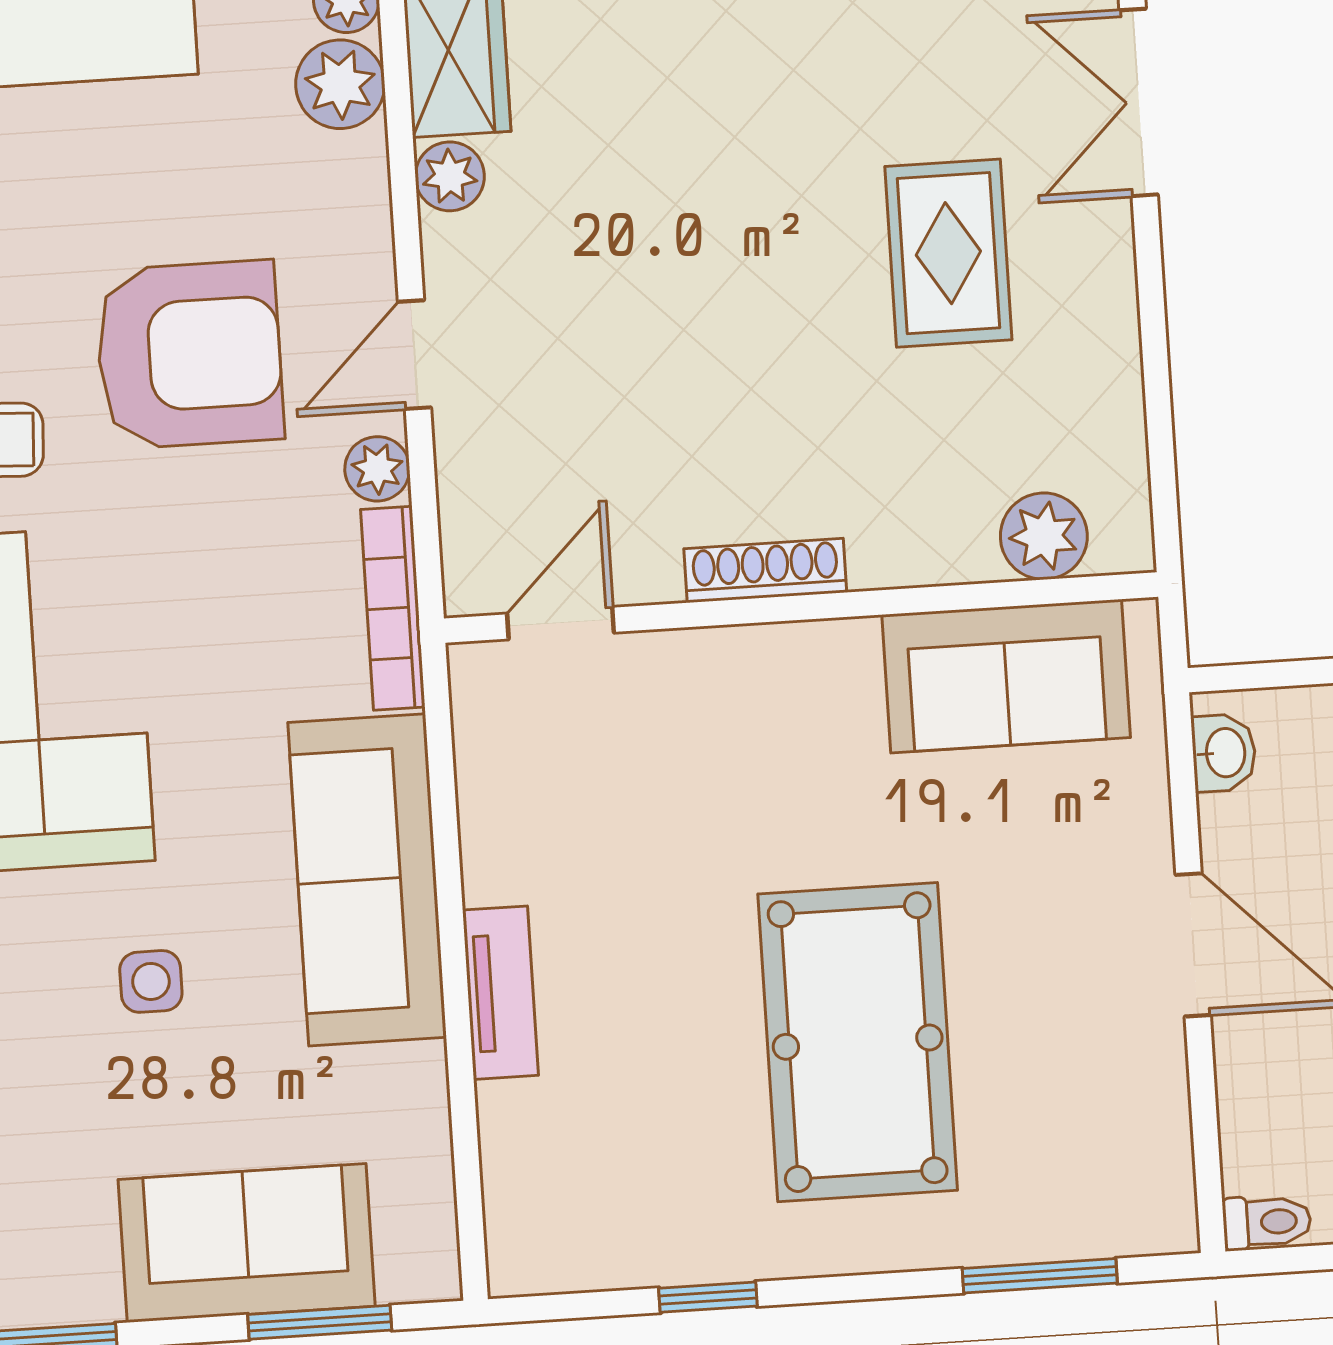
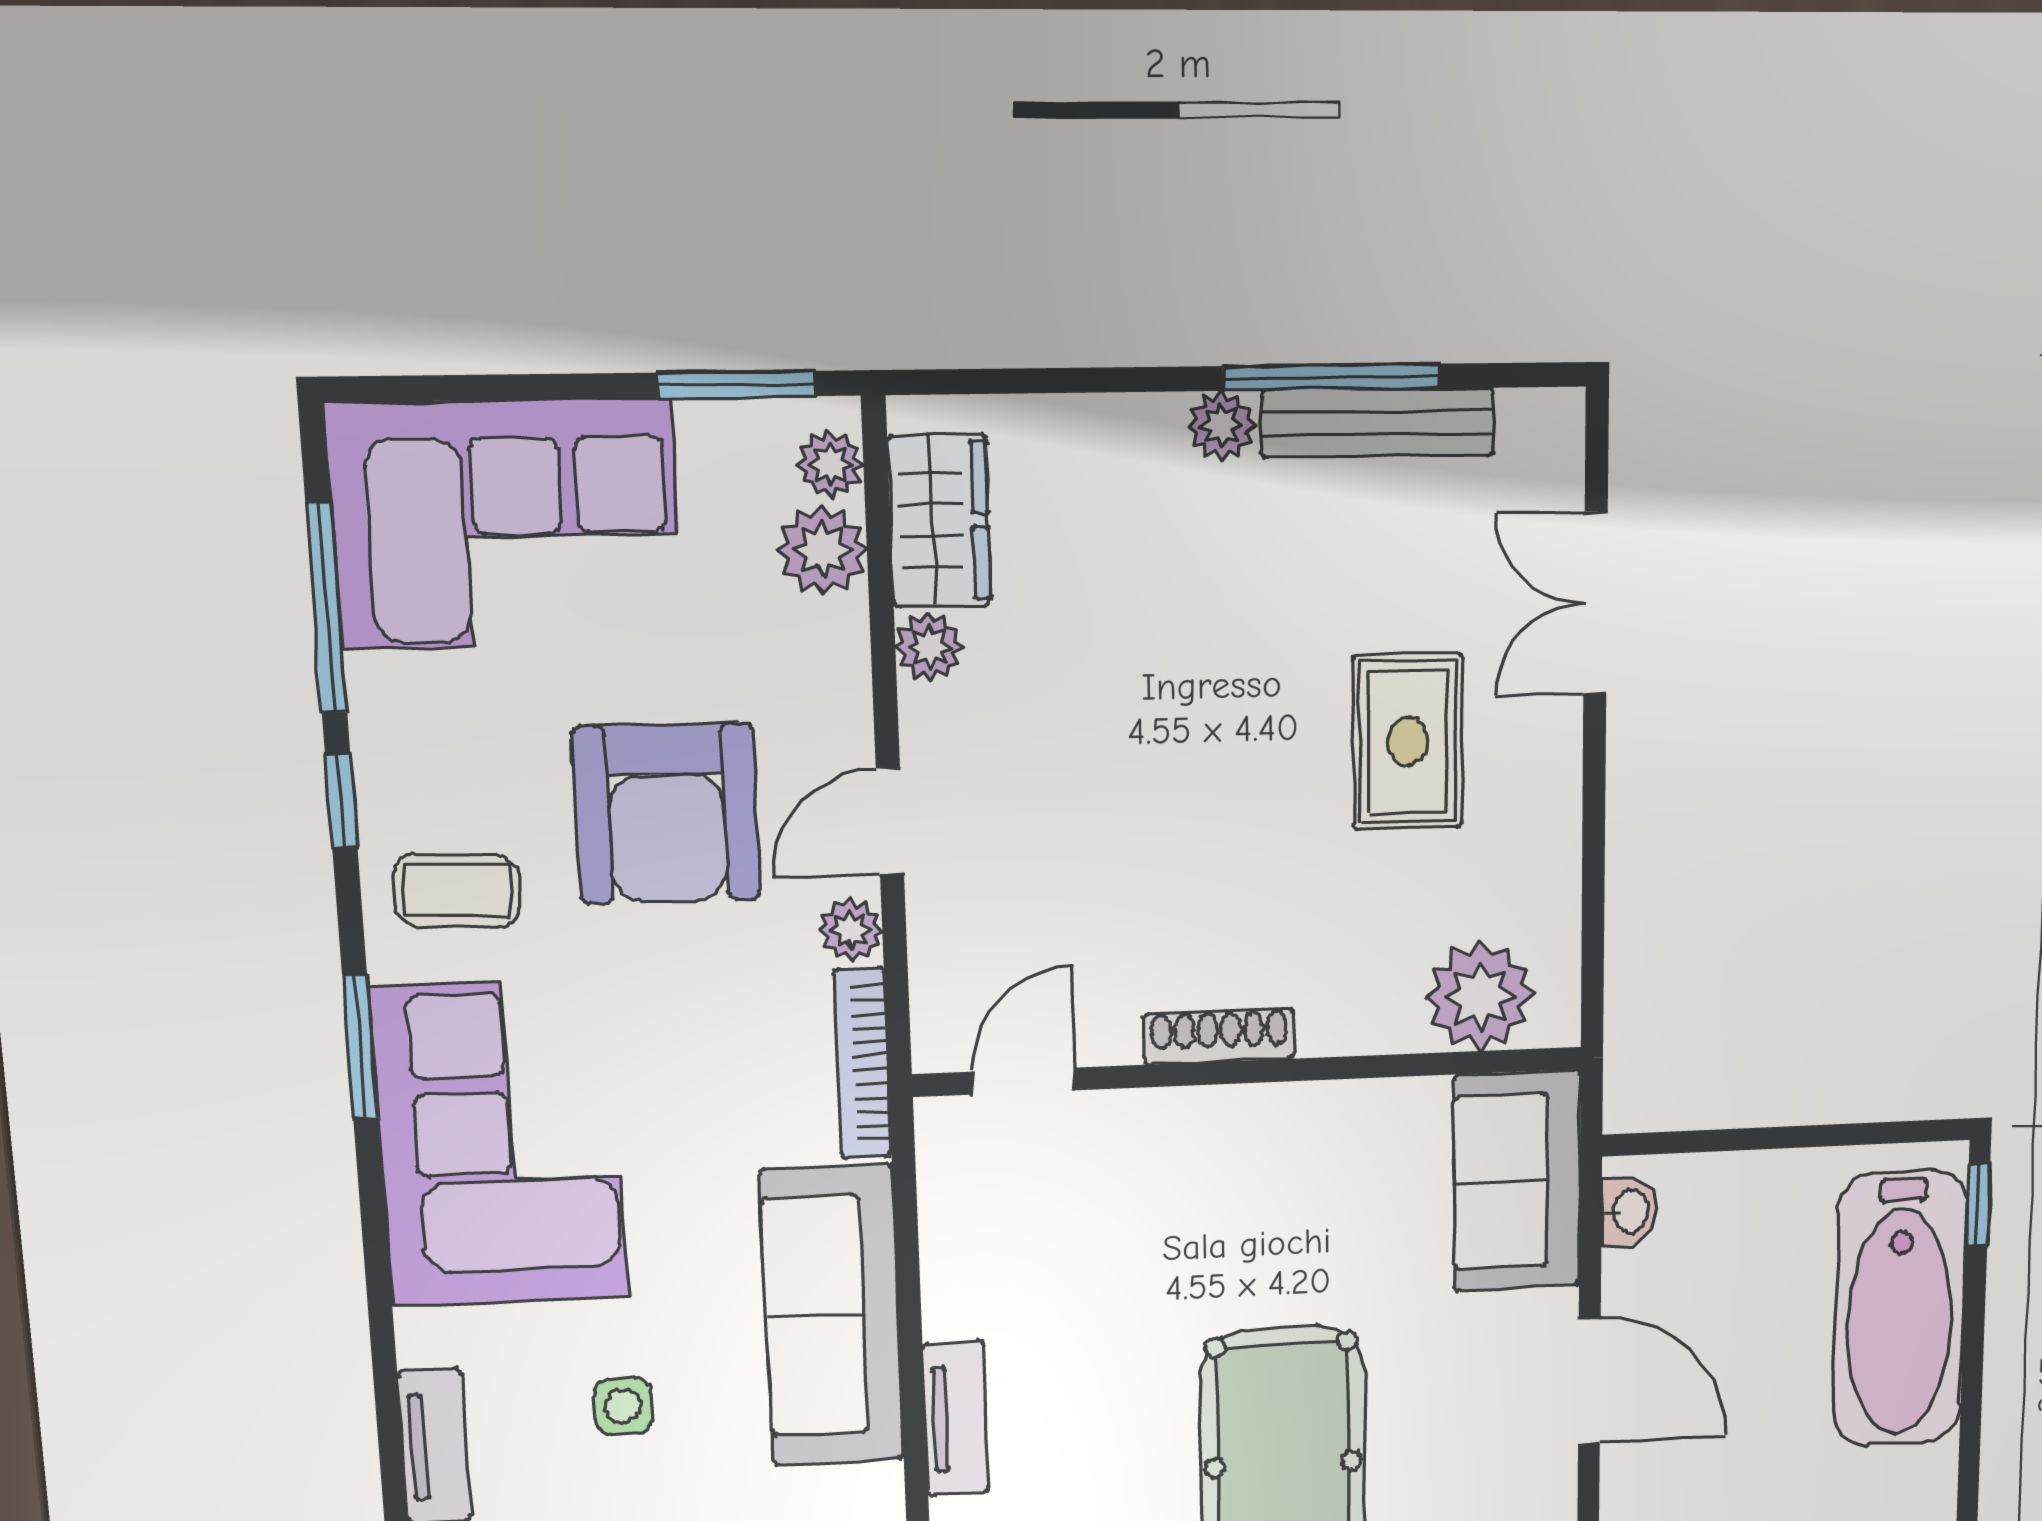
armchair: (189, 355) -> (667, 813), turned 90
plant: (1044, 536) -> (1480, 996), width x1.36, depth x1.36
sofa: (1006, 676) -> (1517, 1181), moved, turned 90

